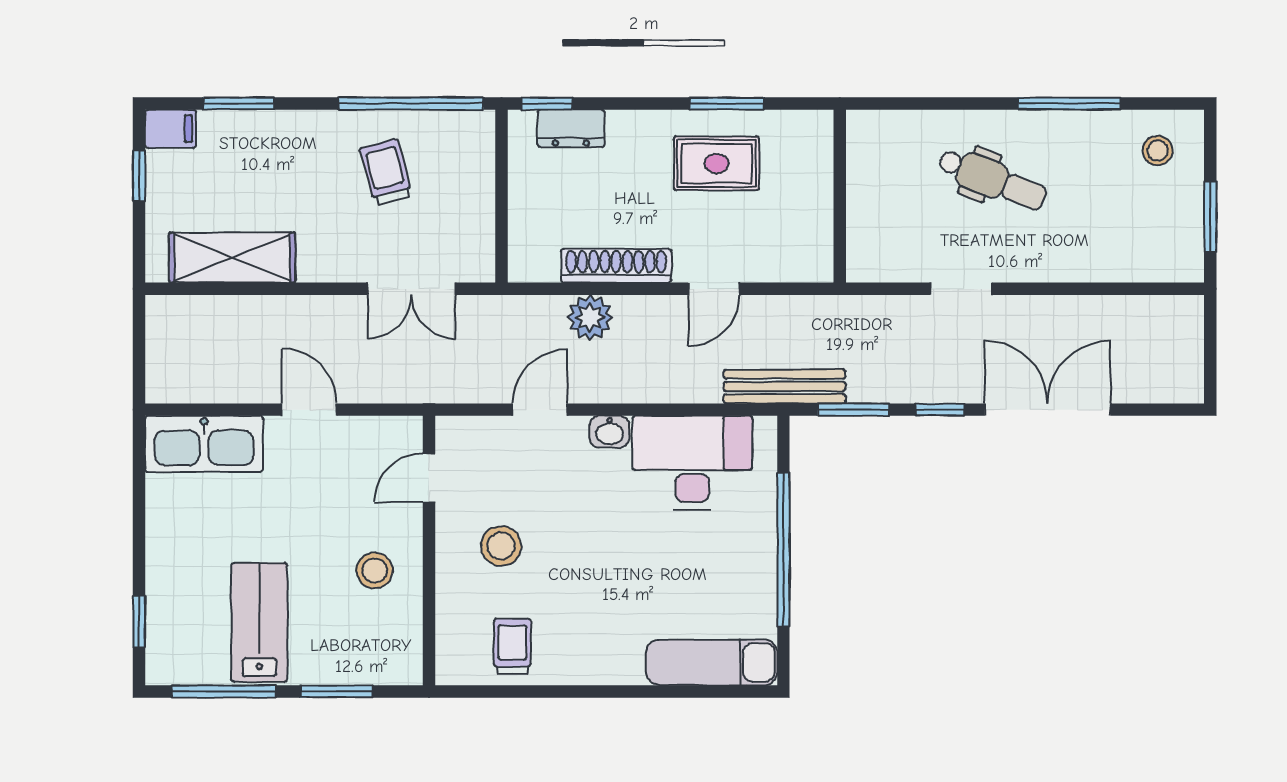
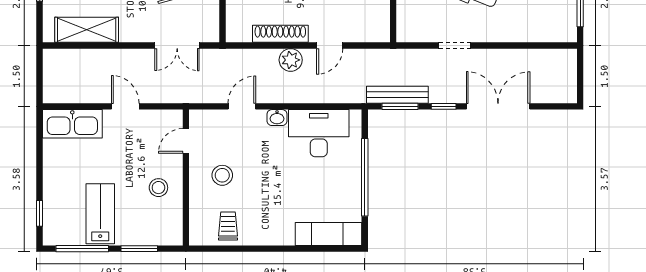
plant: (590, 317) -> (291, 60), moved
bench: (785, 386) -> (397, 95), moved

